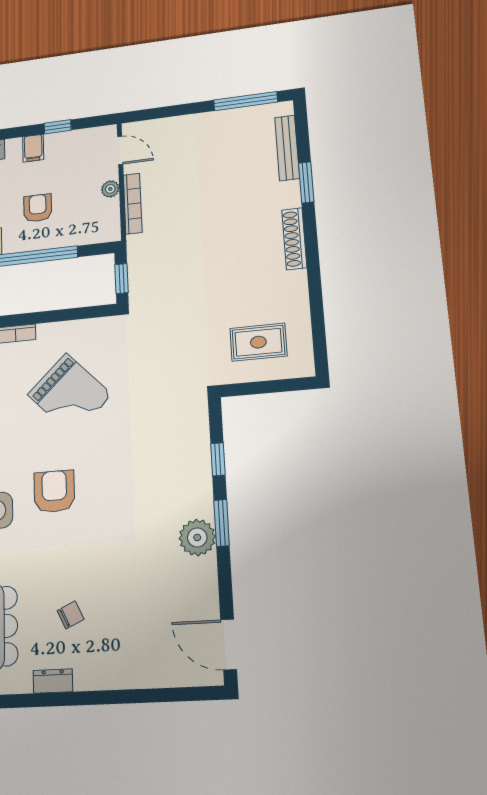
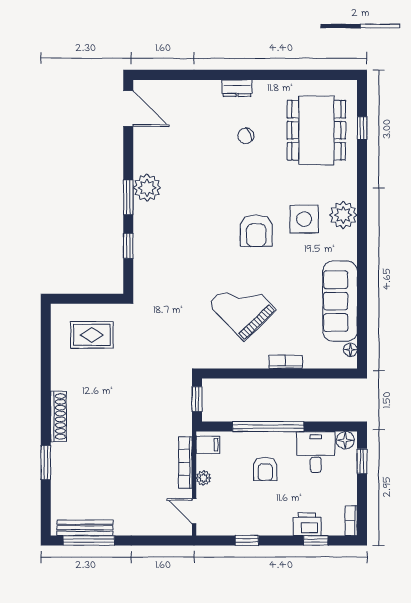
filing cabinet: (33, 148) -> (208, 445), moved, turned 90
bench: (287, 148) -> (85, 528), moved, turned 90
dresser: (53, 681) -> (237, 88), moved

